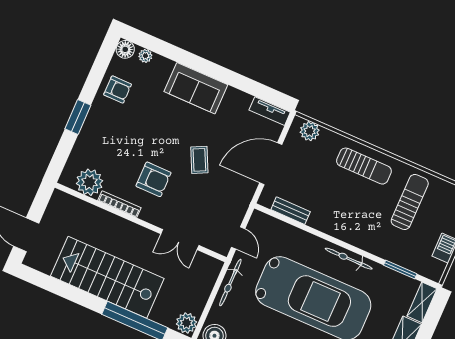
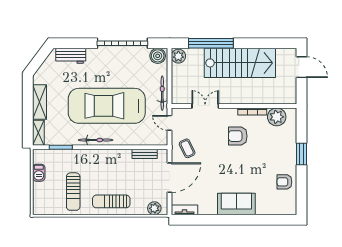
floor lamp: (125, 49) -> (291, 209), removed
plant: (145, 56) -> (276, 210), removed
coffee table: (199, 160) -> (187, 148), moved

